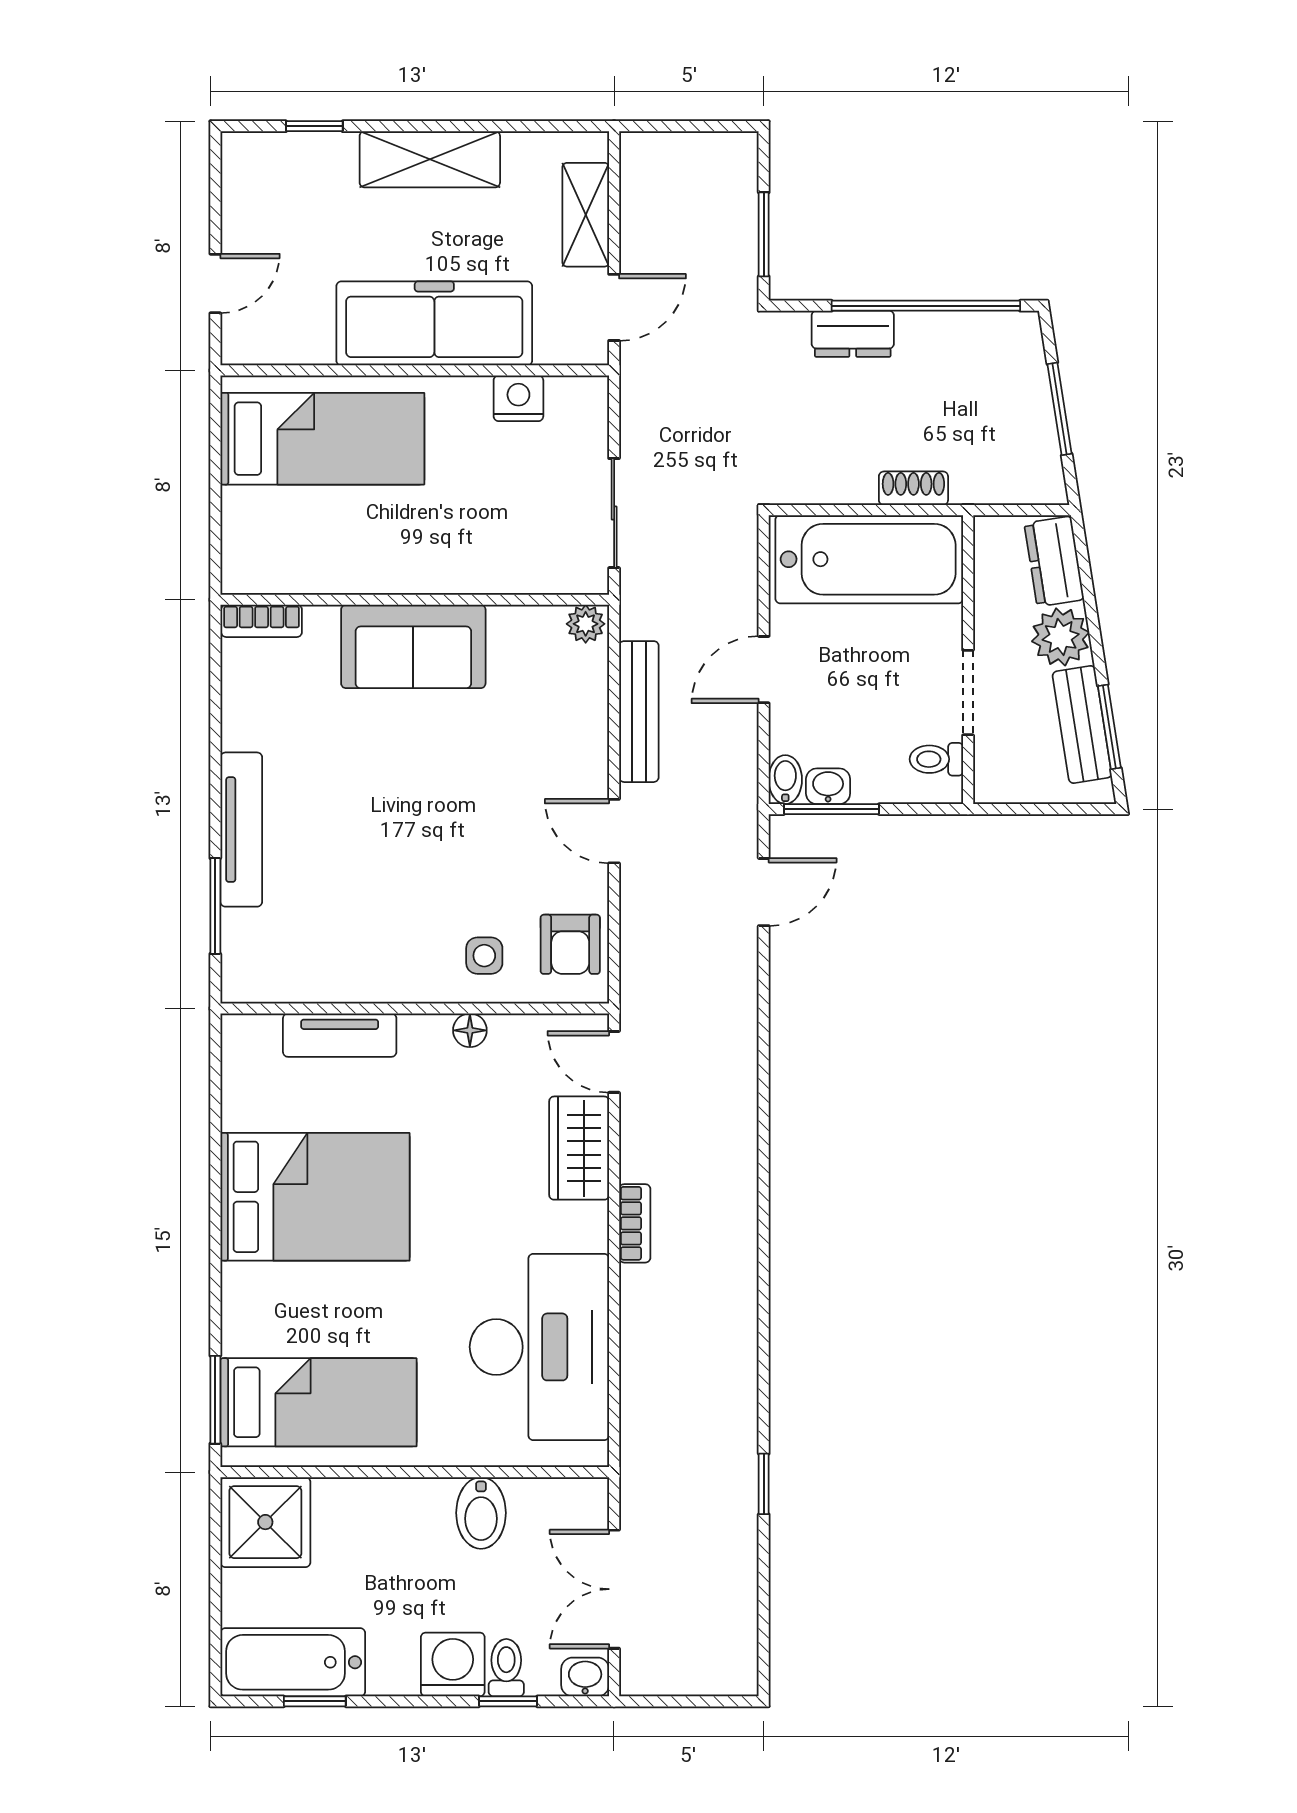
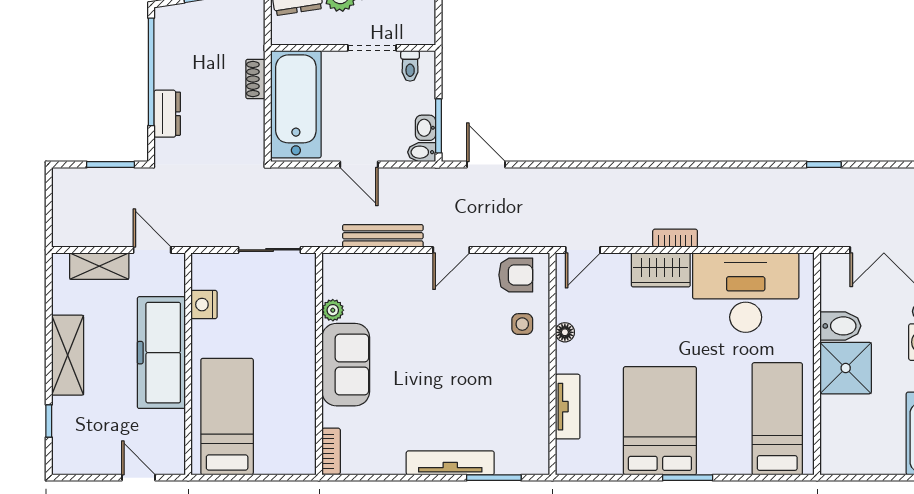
plant: (586, 624) -> (333, 310), moved
wardrobe: (579, 1148) -> (661, 270), moved
window: (215, 1400) -> (688, 478), moved
shower: (265, 1522) -> (846, 368), moved

